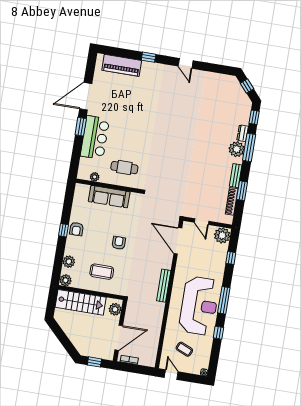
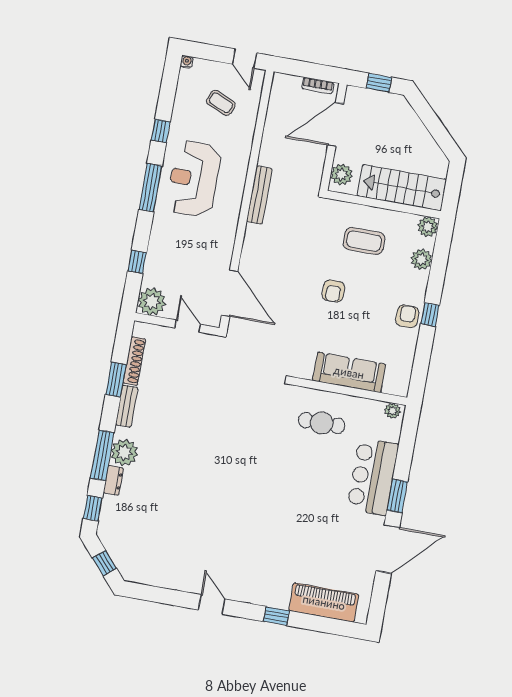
plant: (95, 177) -> (393, 411), moved
bench: (164, 286) -> (259, 195), moved
reception desk: (199, 306) -> (194, 179), width x0.74, depth x0.77

